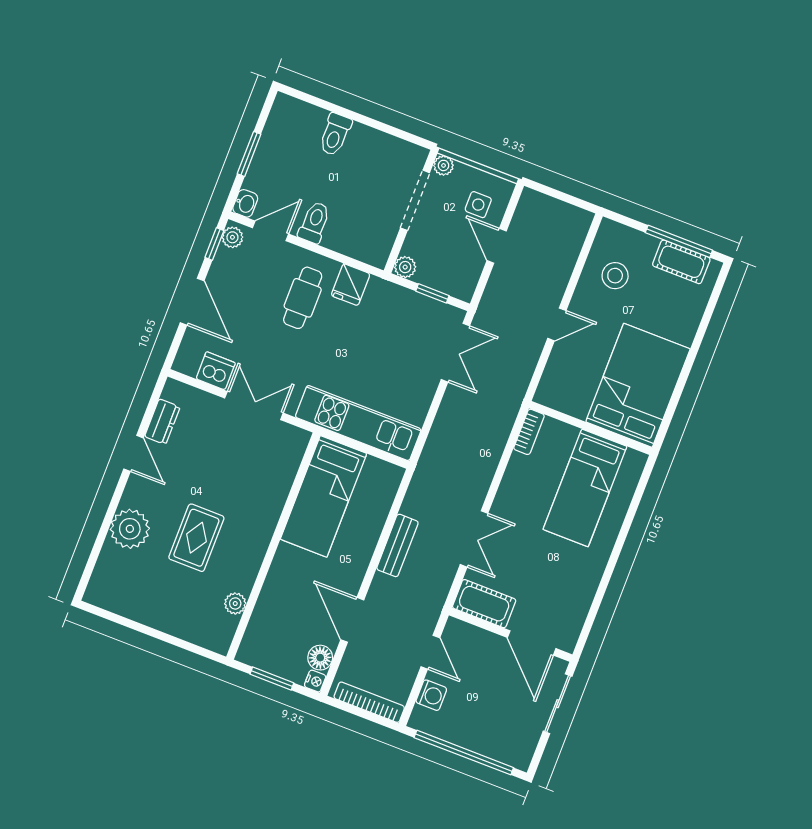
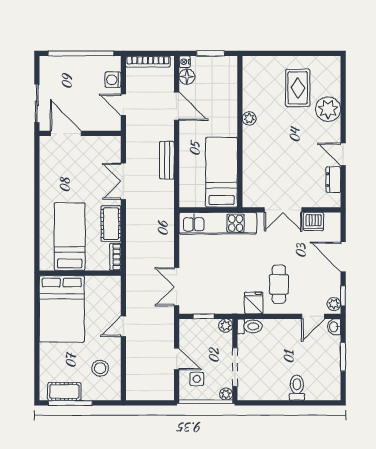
toilet: (314, 222) -> (250, 326), moved, turned -90
rug: (196, 538) -> (298, 88), moved
plant: (235, 603) -> (249, 118), moved
cot: (484, 604) -> (111, 224), moved, turned 90

